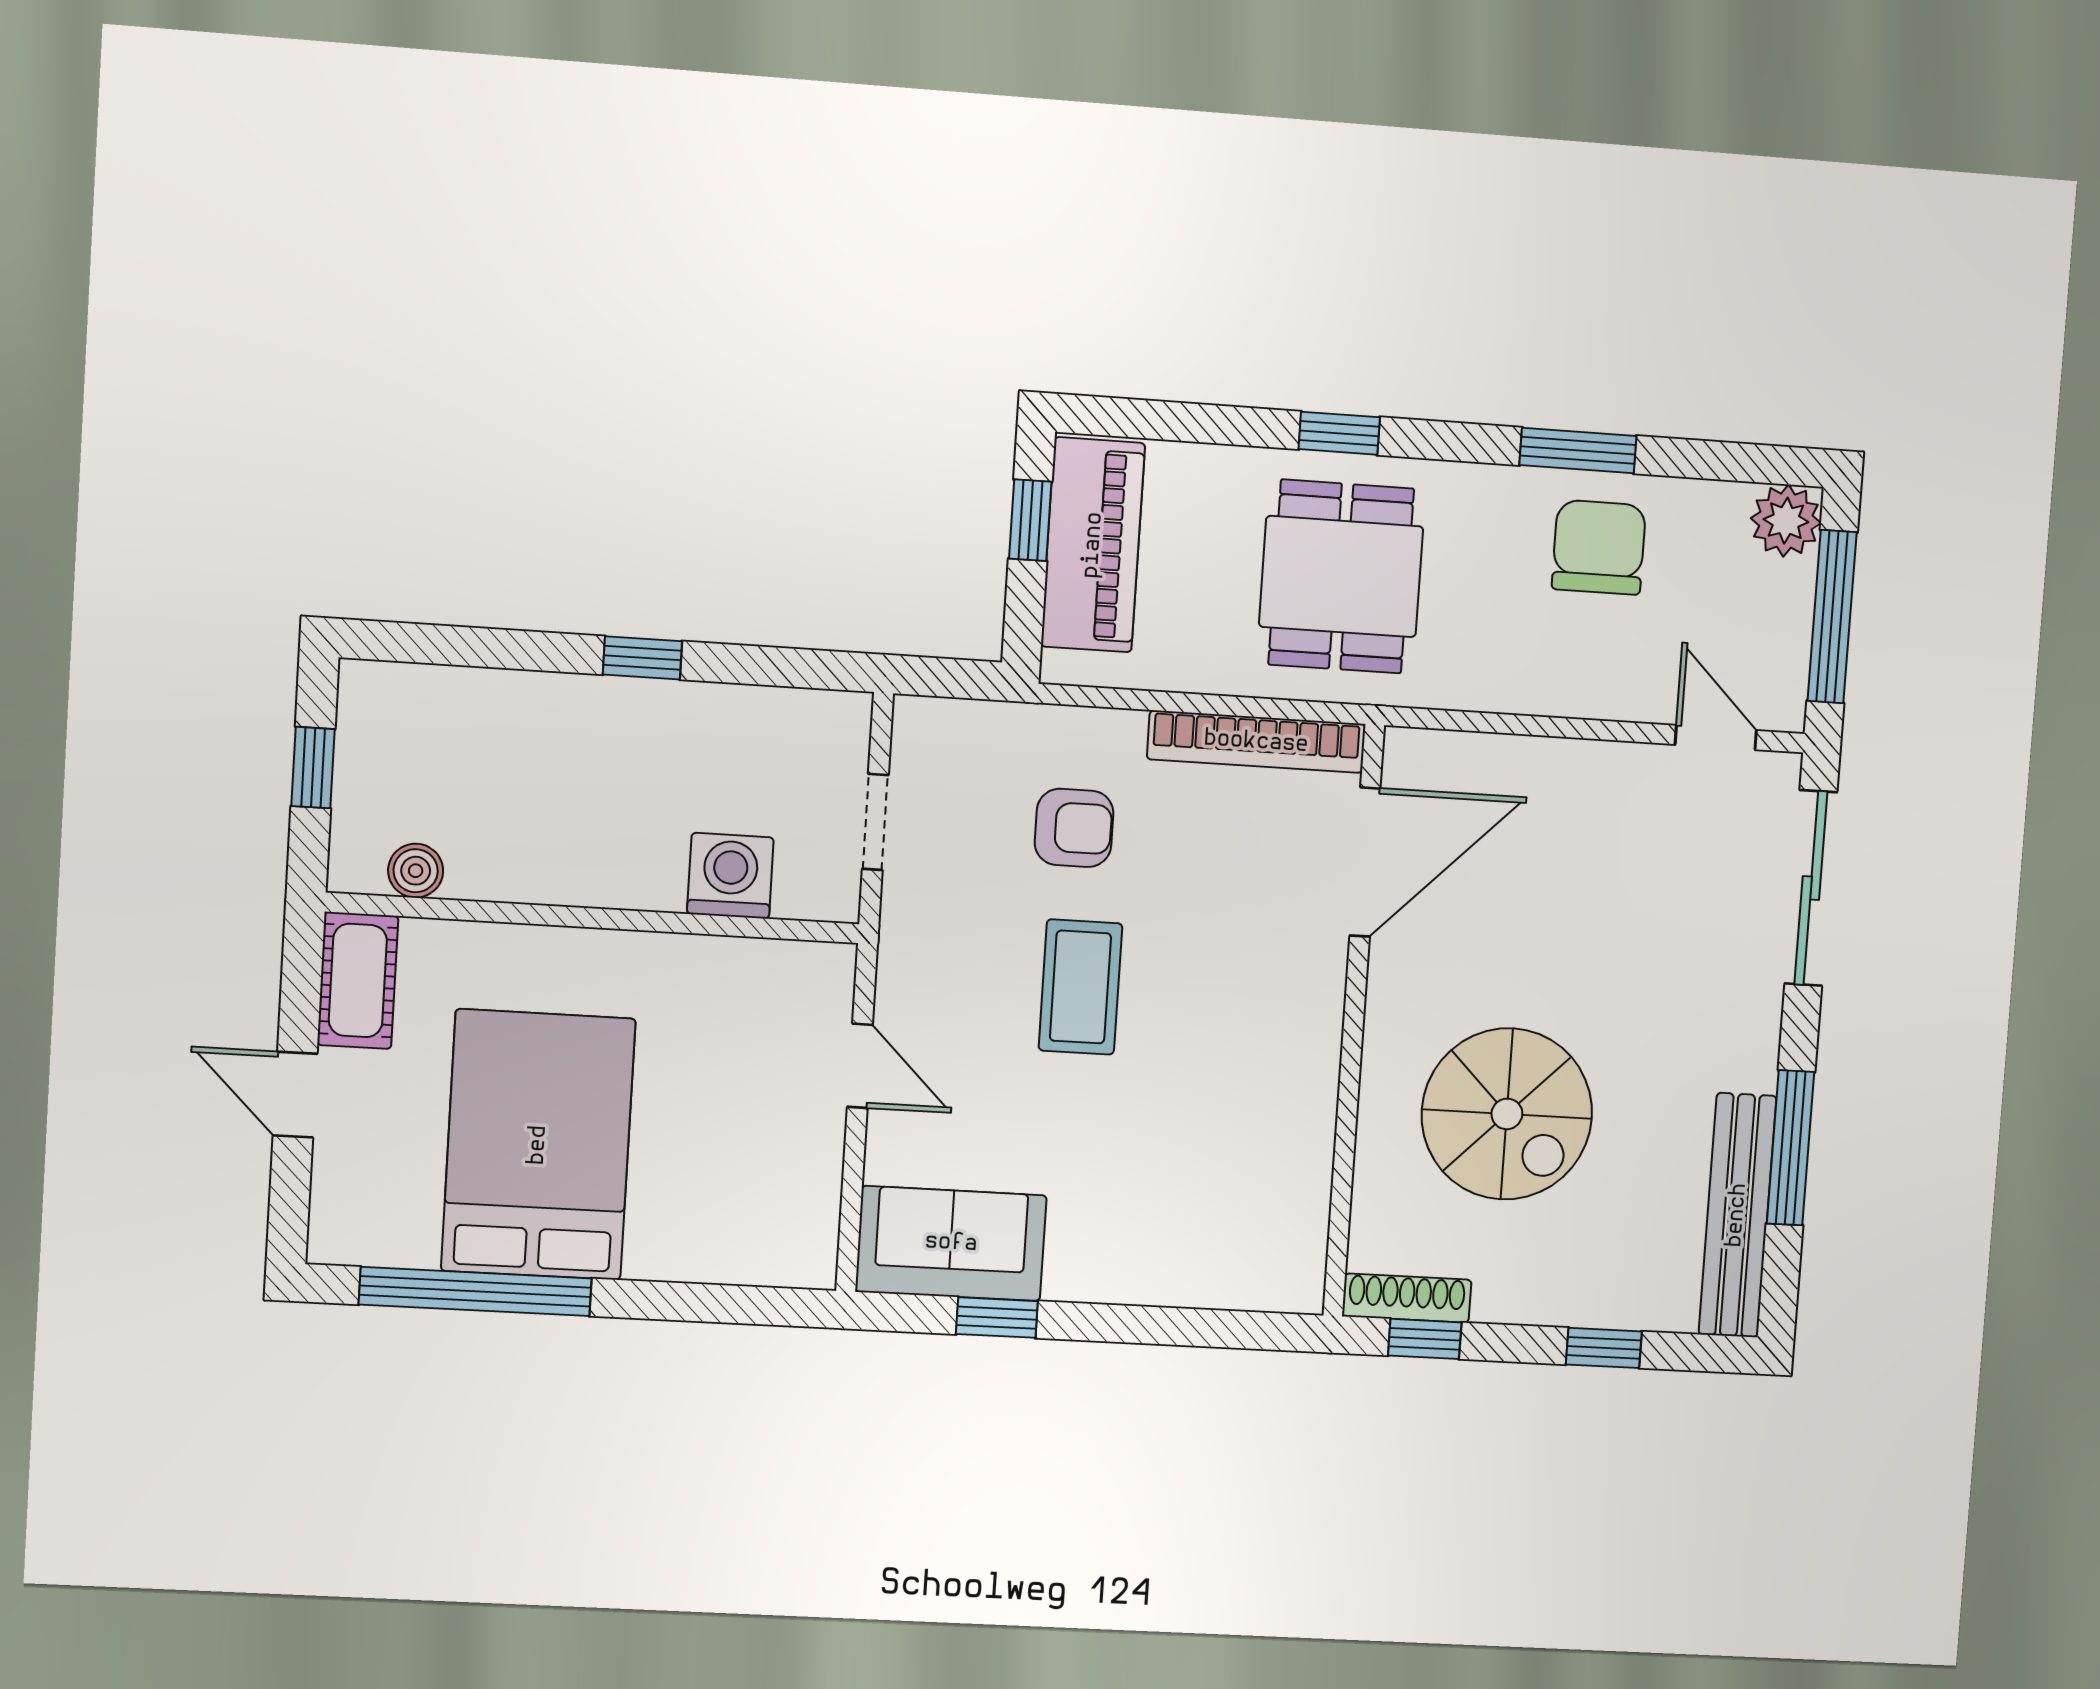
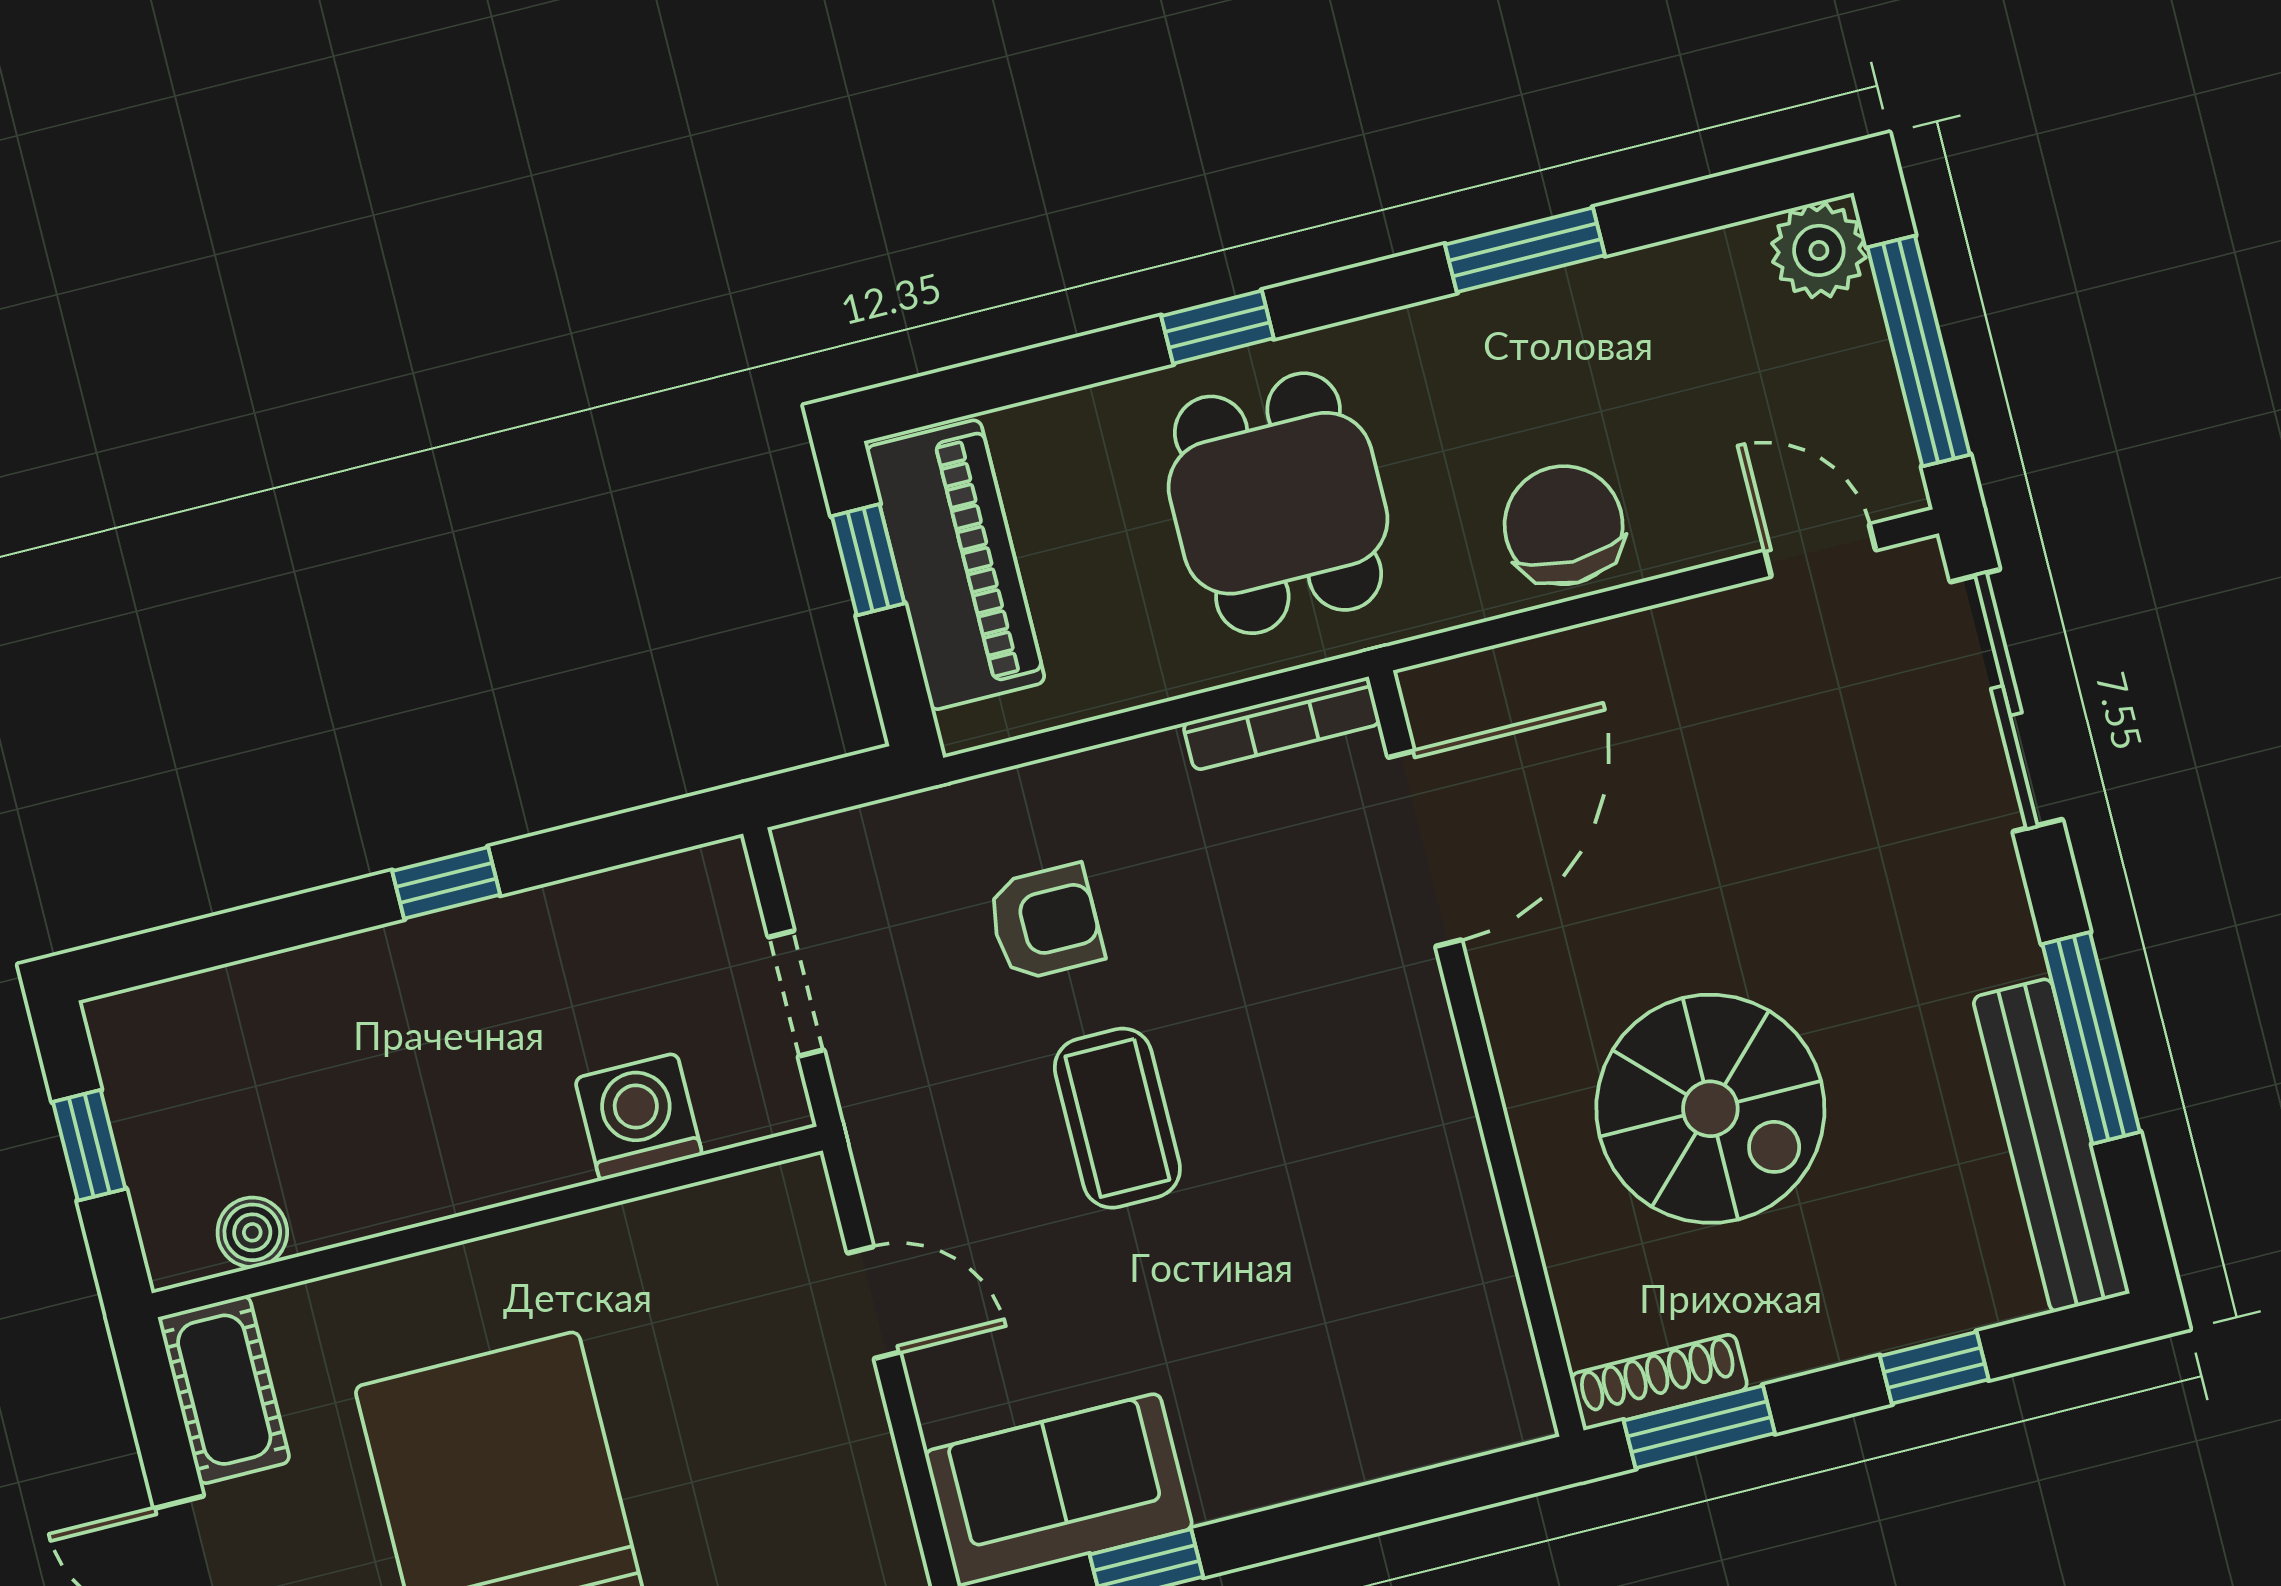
chair: (1599, 547) -> (1564, 525), moved
bookcase: (1256, 742) -> (1282, 724), width x0.68, depth x0.76
window: (1425, 1339) -> (1699, 1427), width x1.50

